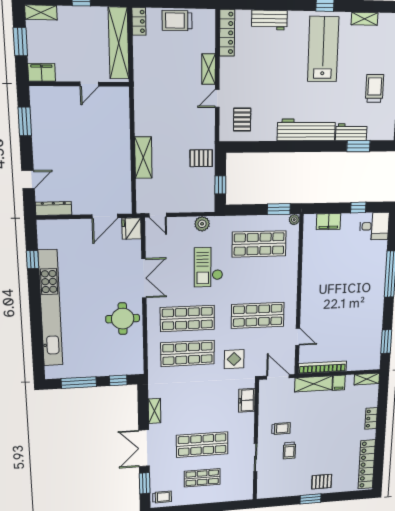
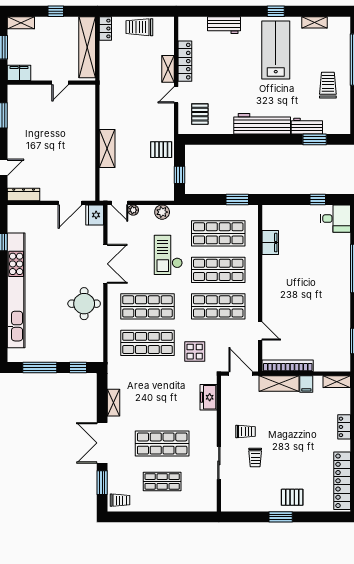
locker: (227, 33) -> (185, 61), moved
plant: (294, 220) -> (133, 210), moved
filing cabinet: (328, 222) -> (270, 243), moved, turned -90
shop shelf: (258, 280) -> (218, 270), added

